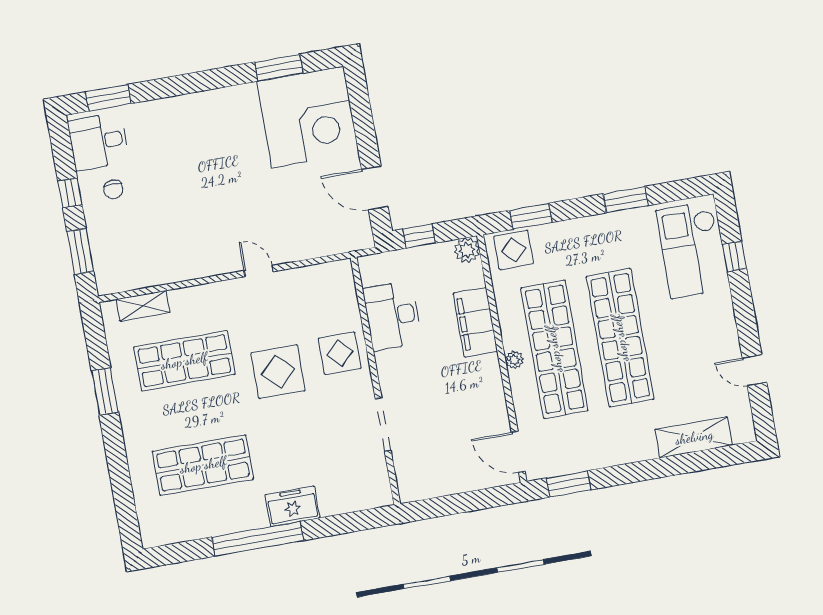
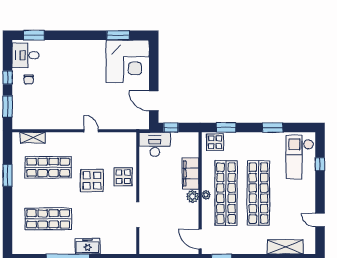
plant: (467, 250) -> (193, 197), moved
desk: (392, 316) -> (155, 144), moved, turned 90

